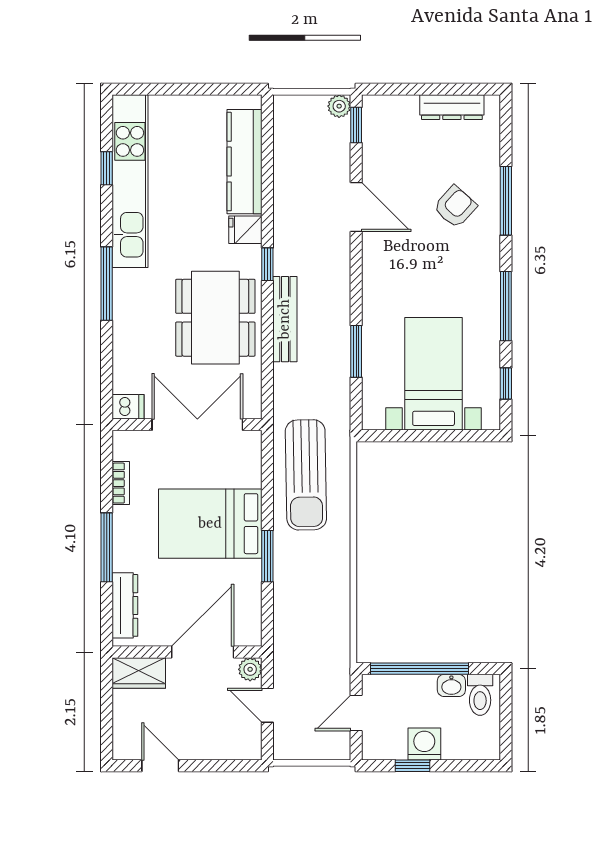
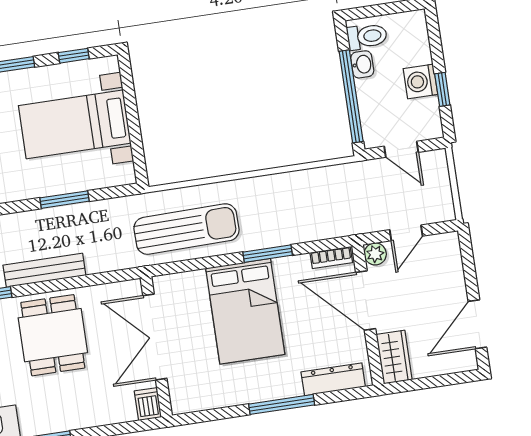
dining table: (215, 318) -> (53, 335), width x0.73
bookcase: (121, 483) -> (331, 258), moved, turned 180
door: (160, 766) -> (477, 324), width x1.38

